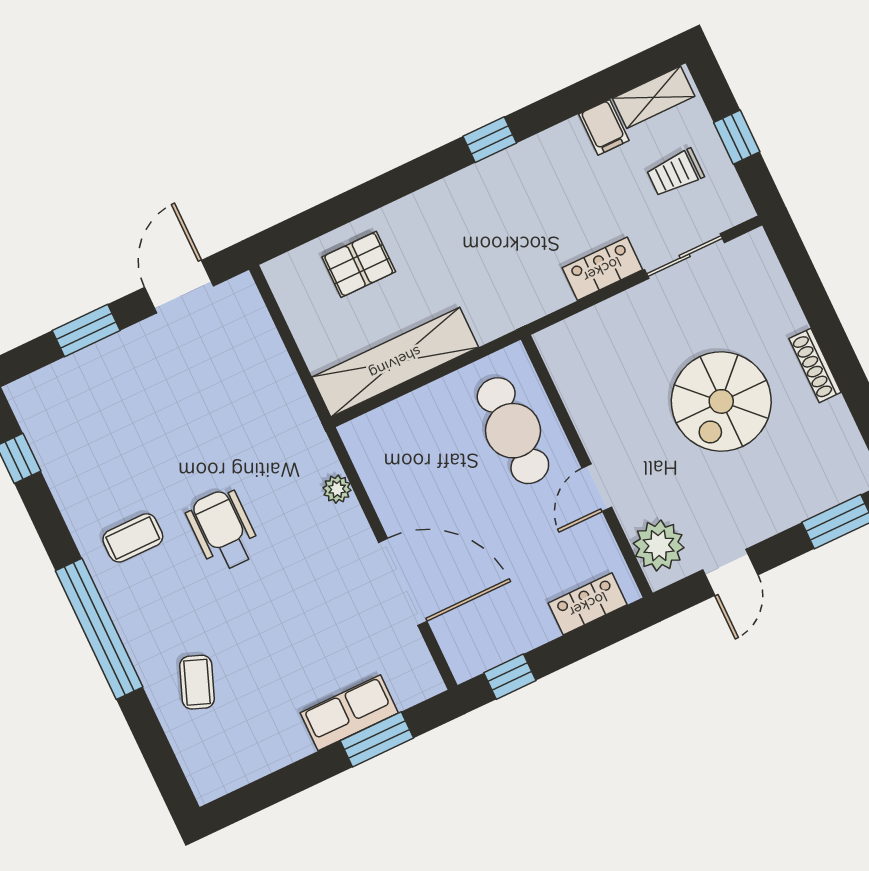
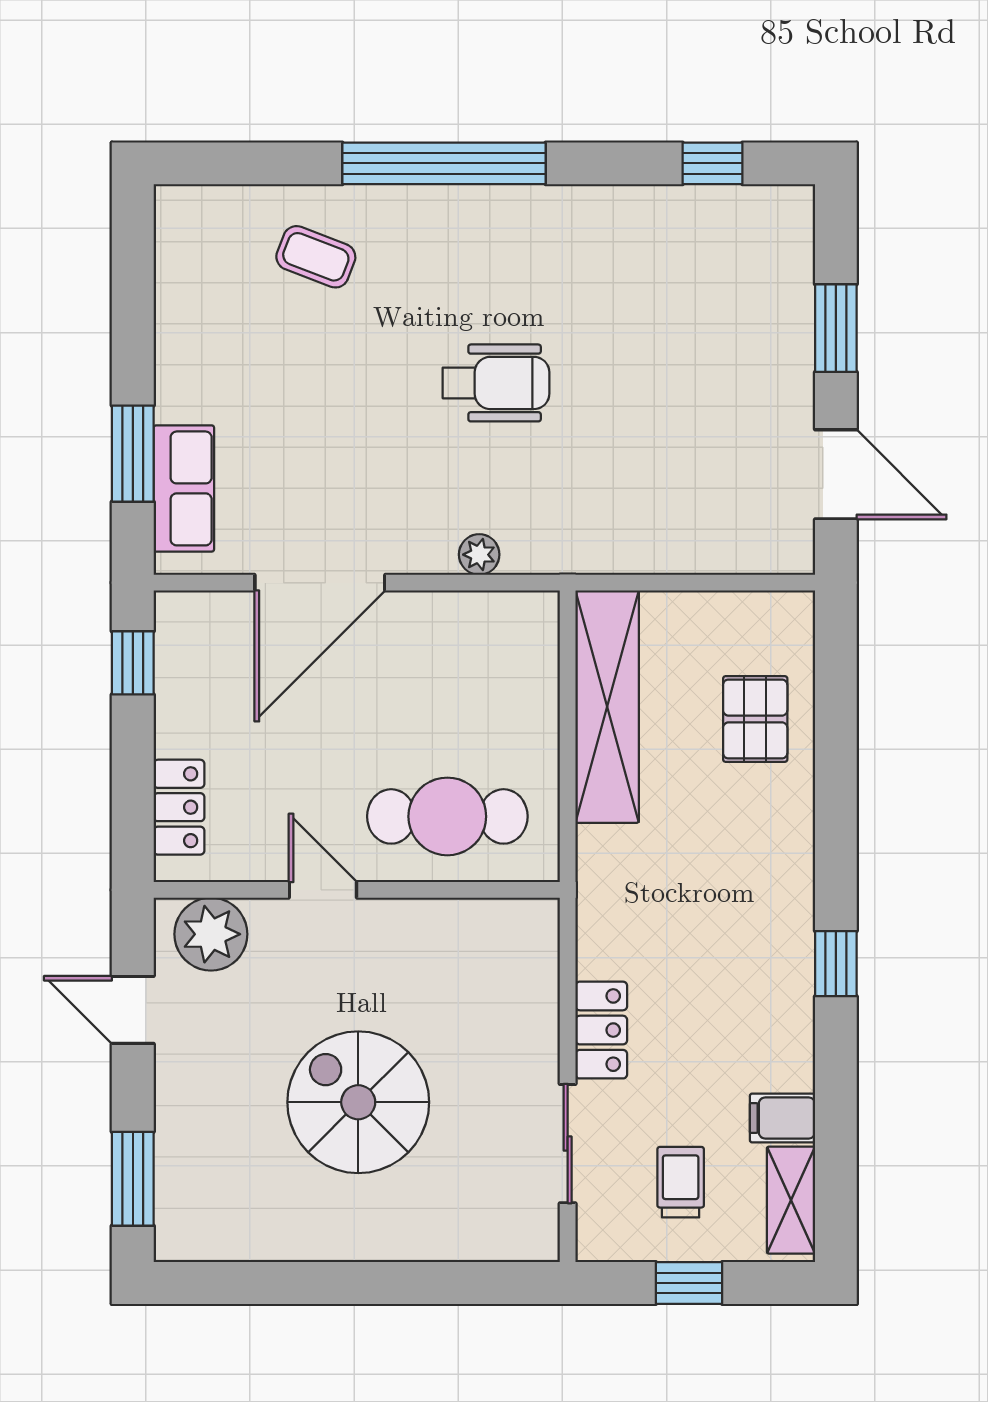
shoe rack: (815, 365) -> (347, 1245), removed
coffee table: (133, 538) -> (541, 262), removed
row of seats: (349, 713) -> (184, 488), moved

